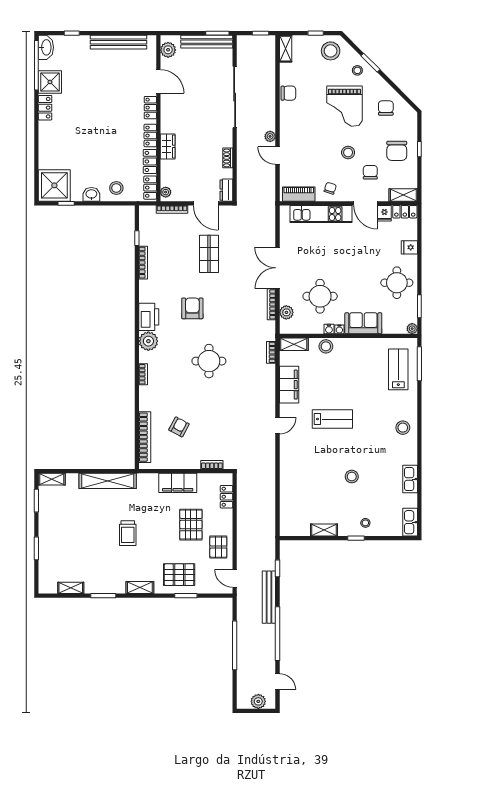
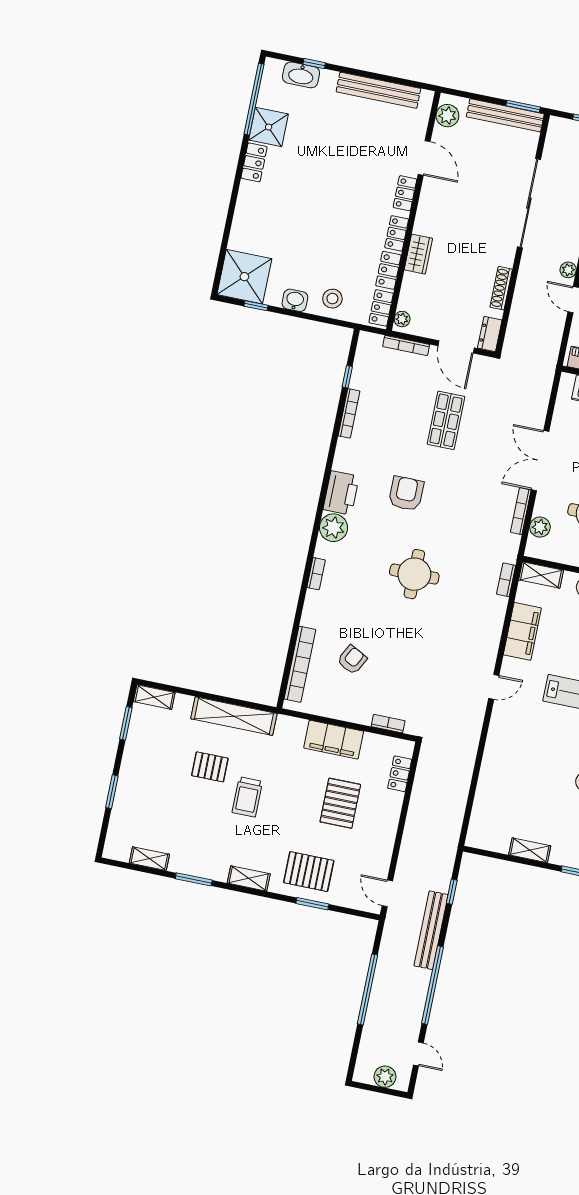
washbasin: (46, 47) -> (301, 75), moved, turned 90
shoe rack: (228, 158) -> (501, 288), width x1.43
pallet: (218, 547) -> (210, 767), moved, turned 90

